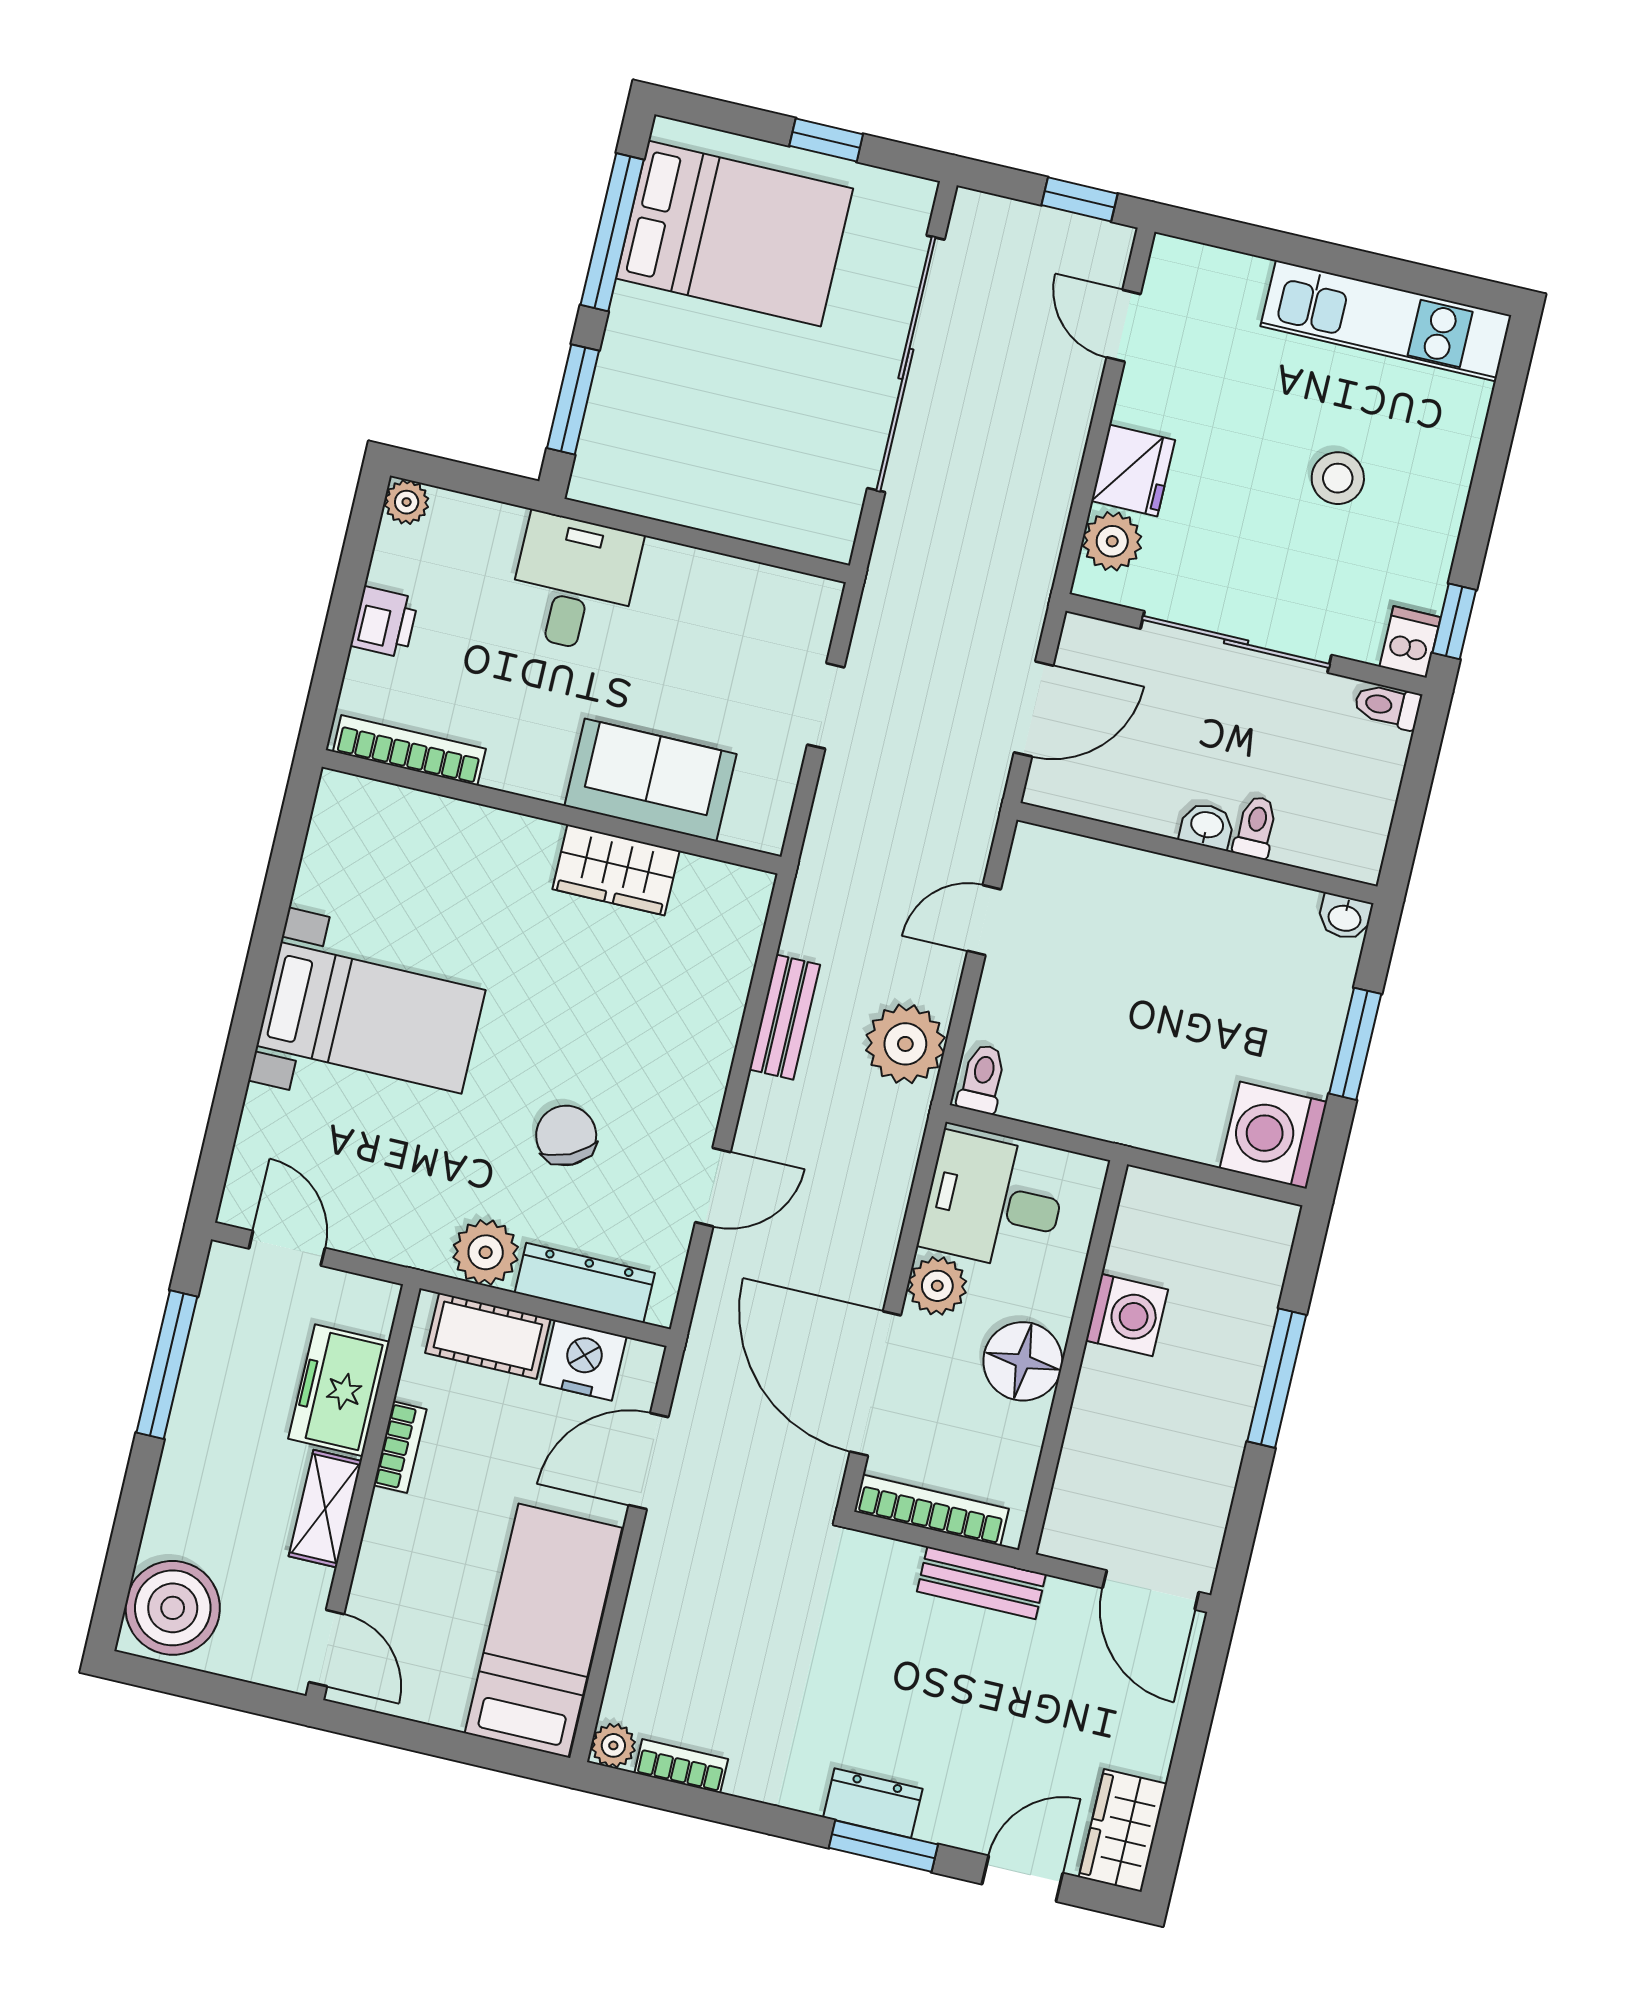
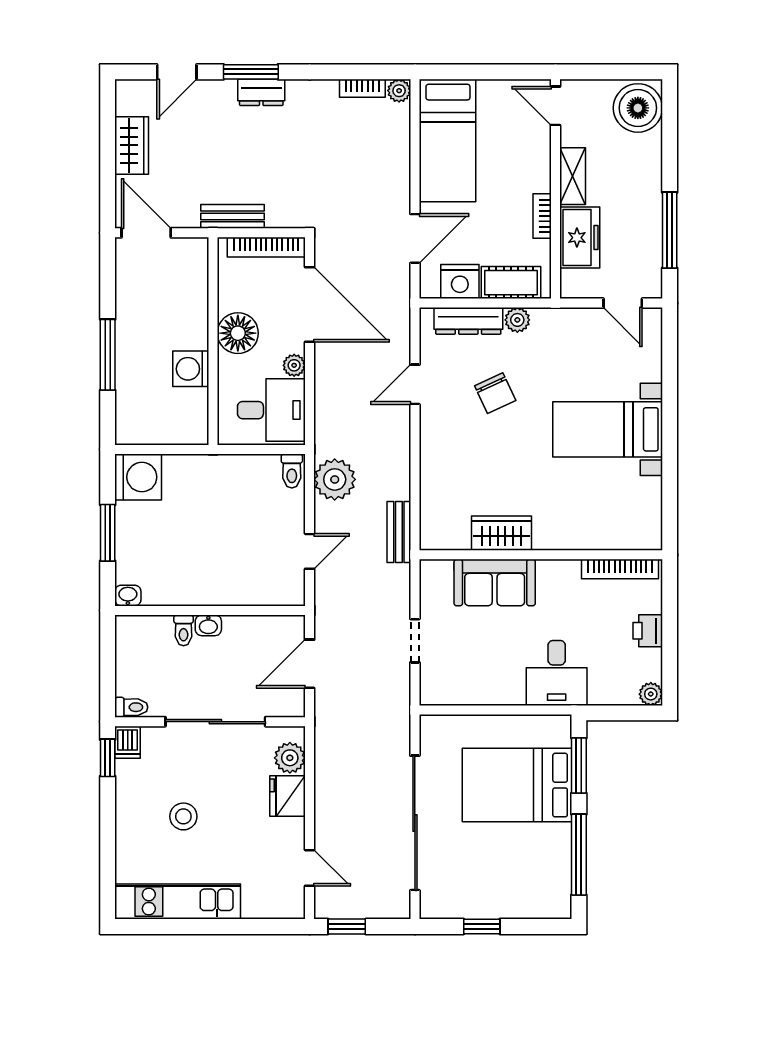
bed: (734, 234) -> (517, 785), moved
bench: (785, 1017) -> (399, 532), moved
plant: (486, 1252) -> (517, 320), width x0.73, depth x0.73
plant: (937, 1286) -> (294, 365), width x0.73, depth x0.73
wardrobe: (1123, 1831) -> (132, 145), moved

